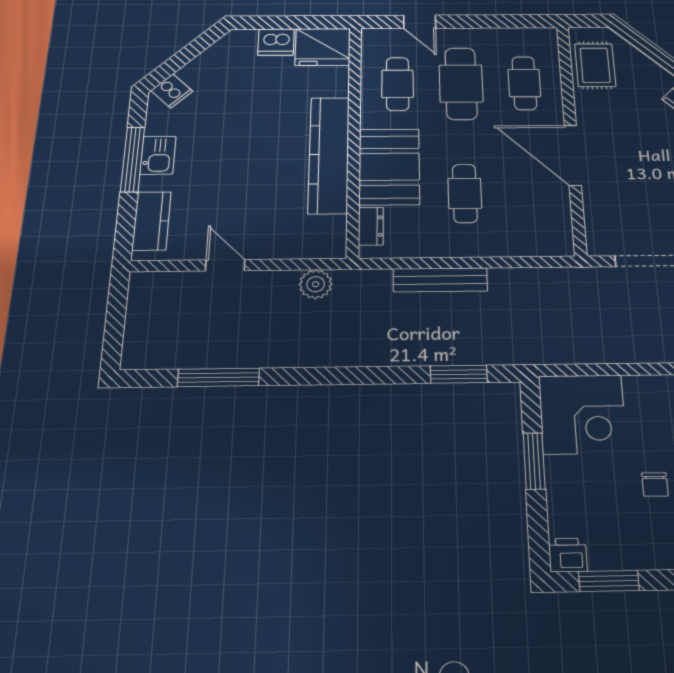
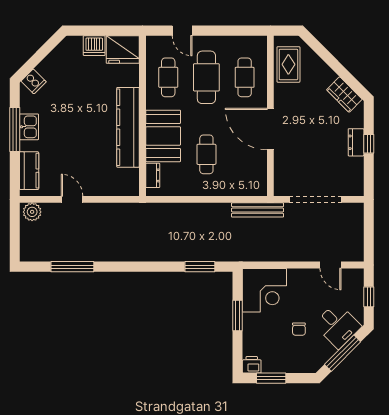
bench: (440, 280) -> (258, 210), moved
plant: (316, 284) -> (32, 212), moved

